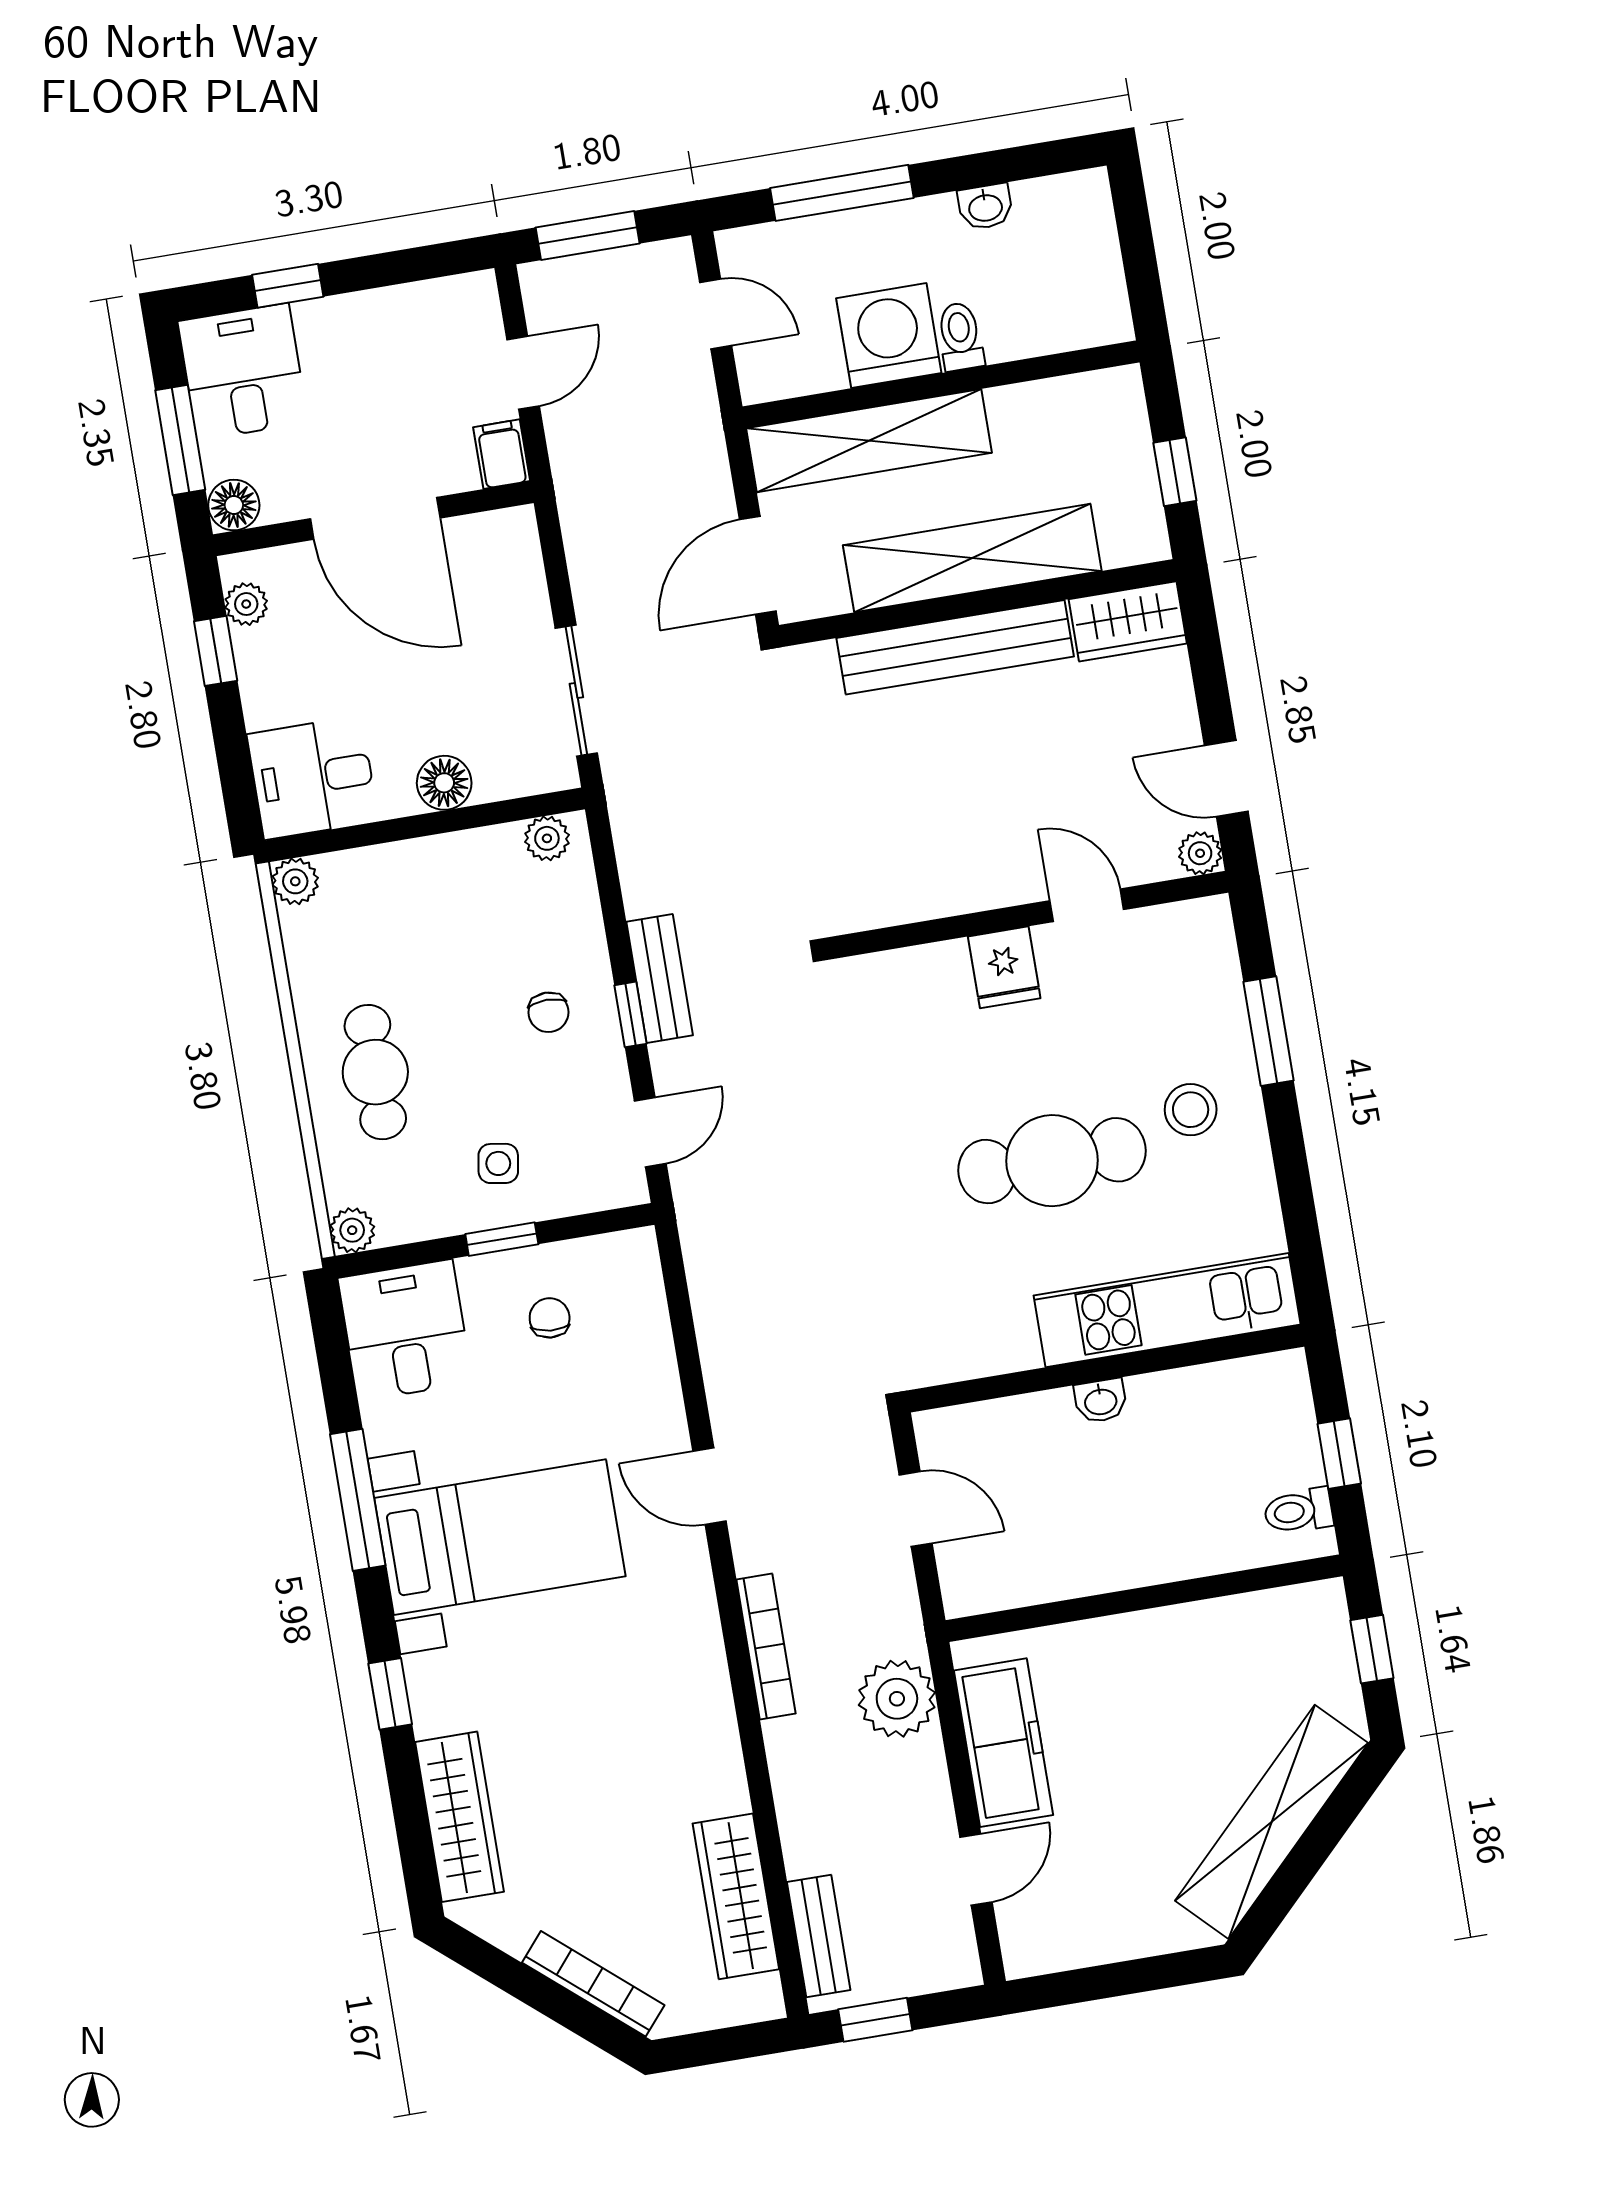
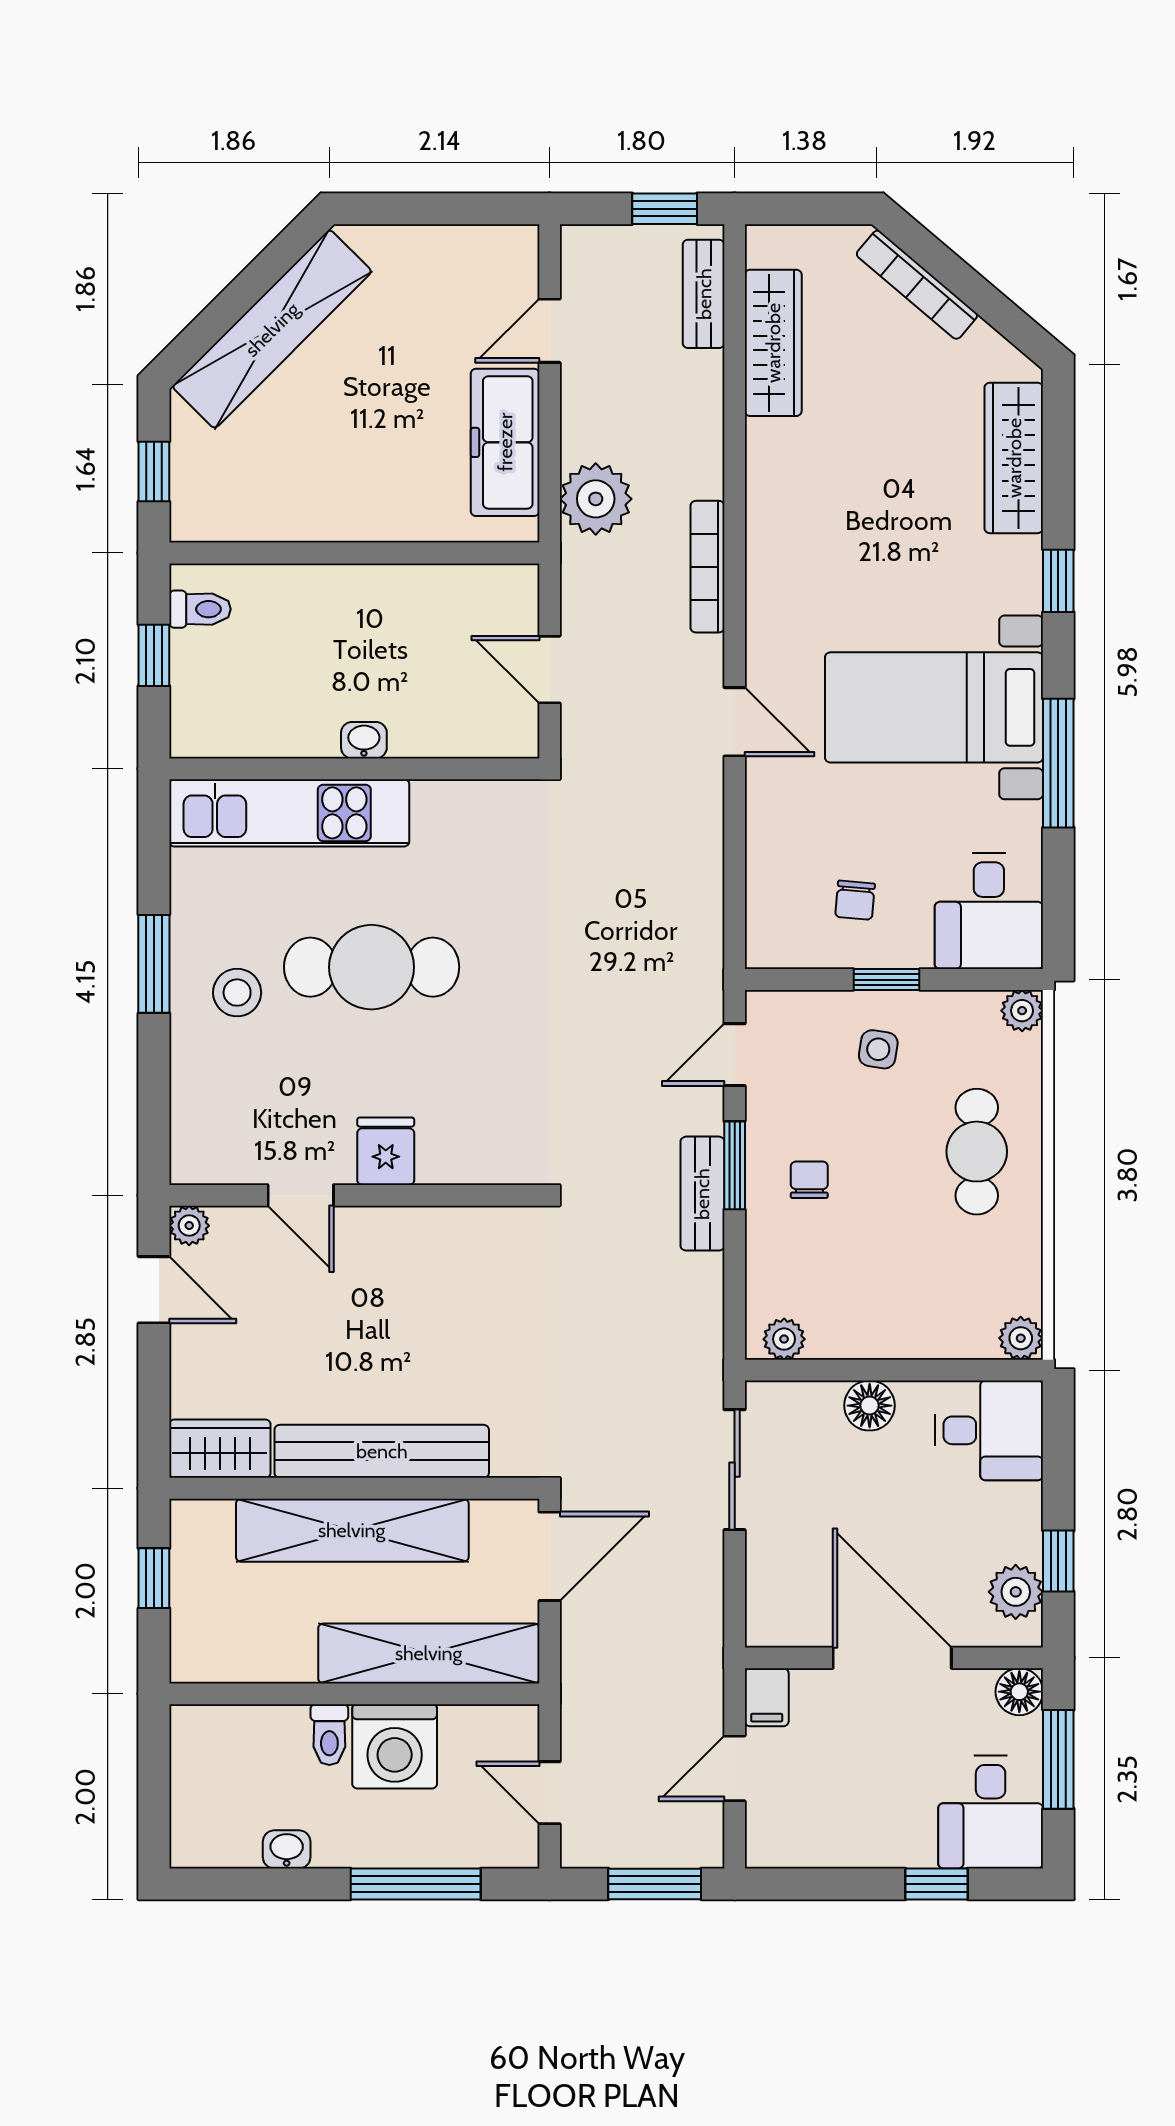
plant: (246, 604) -> (1016, 1592), width x1.38, depth x1.38
window: (631, 1014) -> (735, 1165), width x1.50
window: (1268, 1031) -> (154, 964), moved

